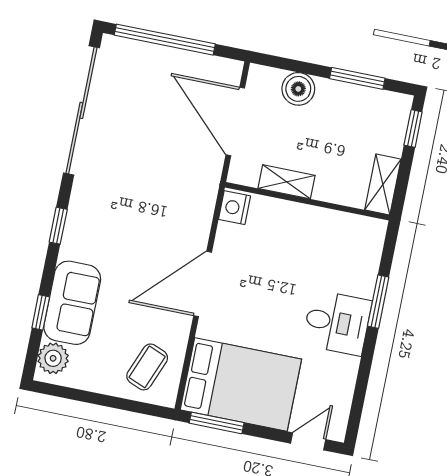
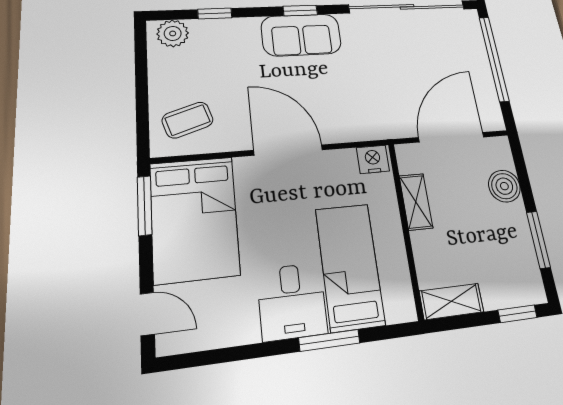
bed: (324, 264) -> (350, 266), added
sofa: (72, 303) -> (301, 35), moved
coffee table: (147, 367) -> (188, 120), turned -40

